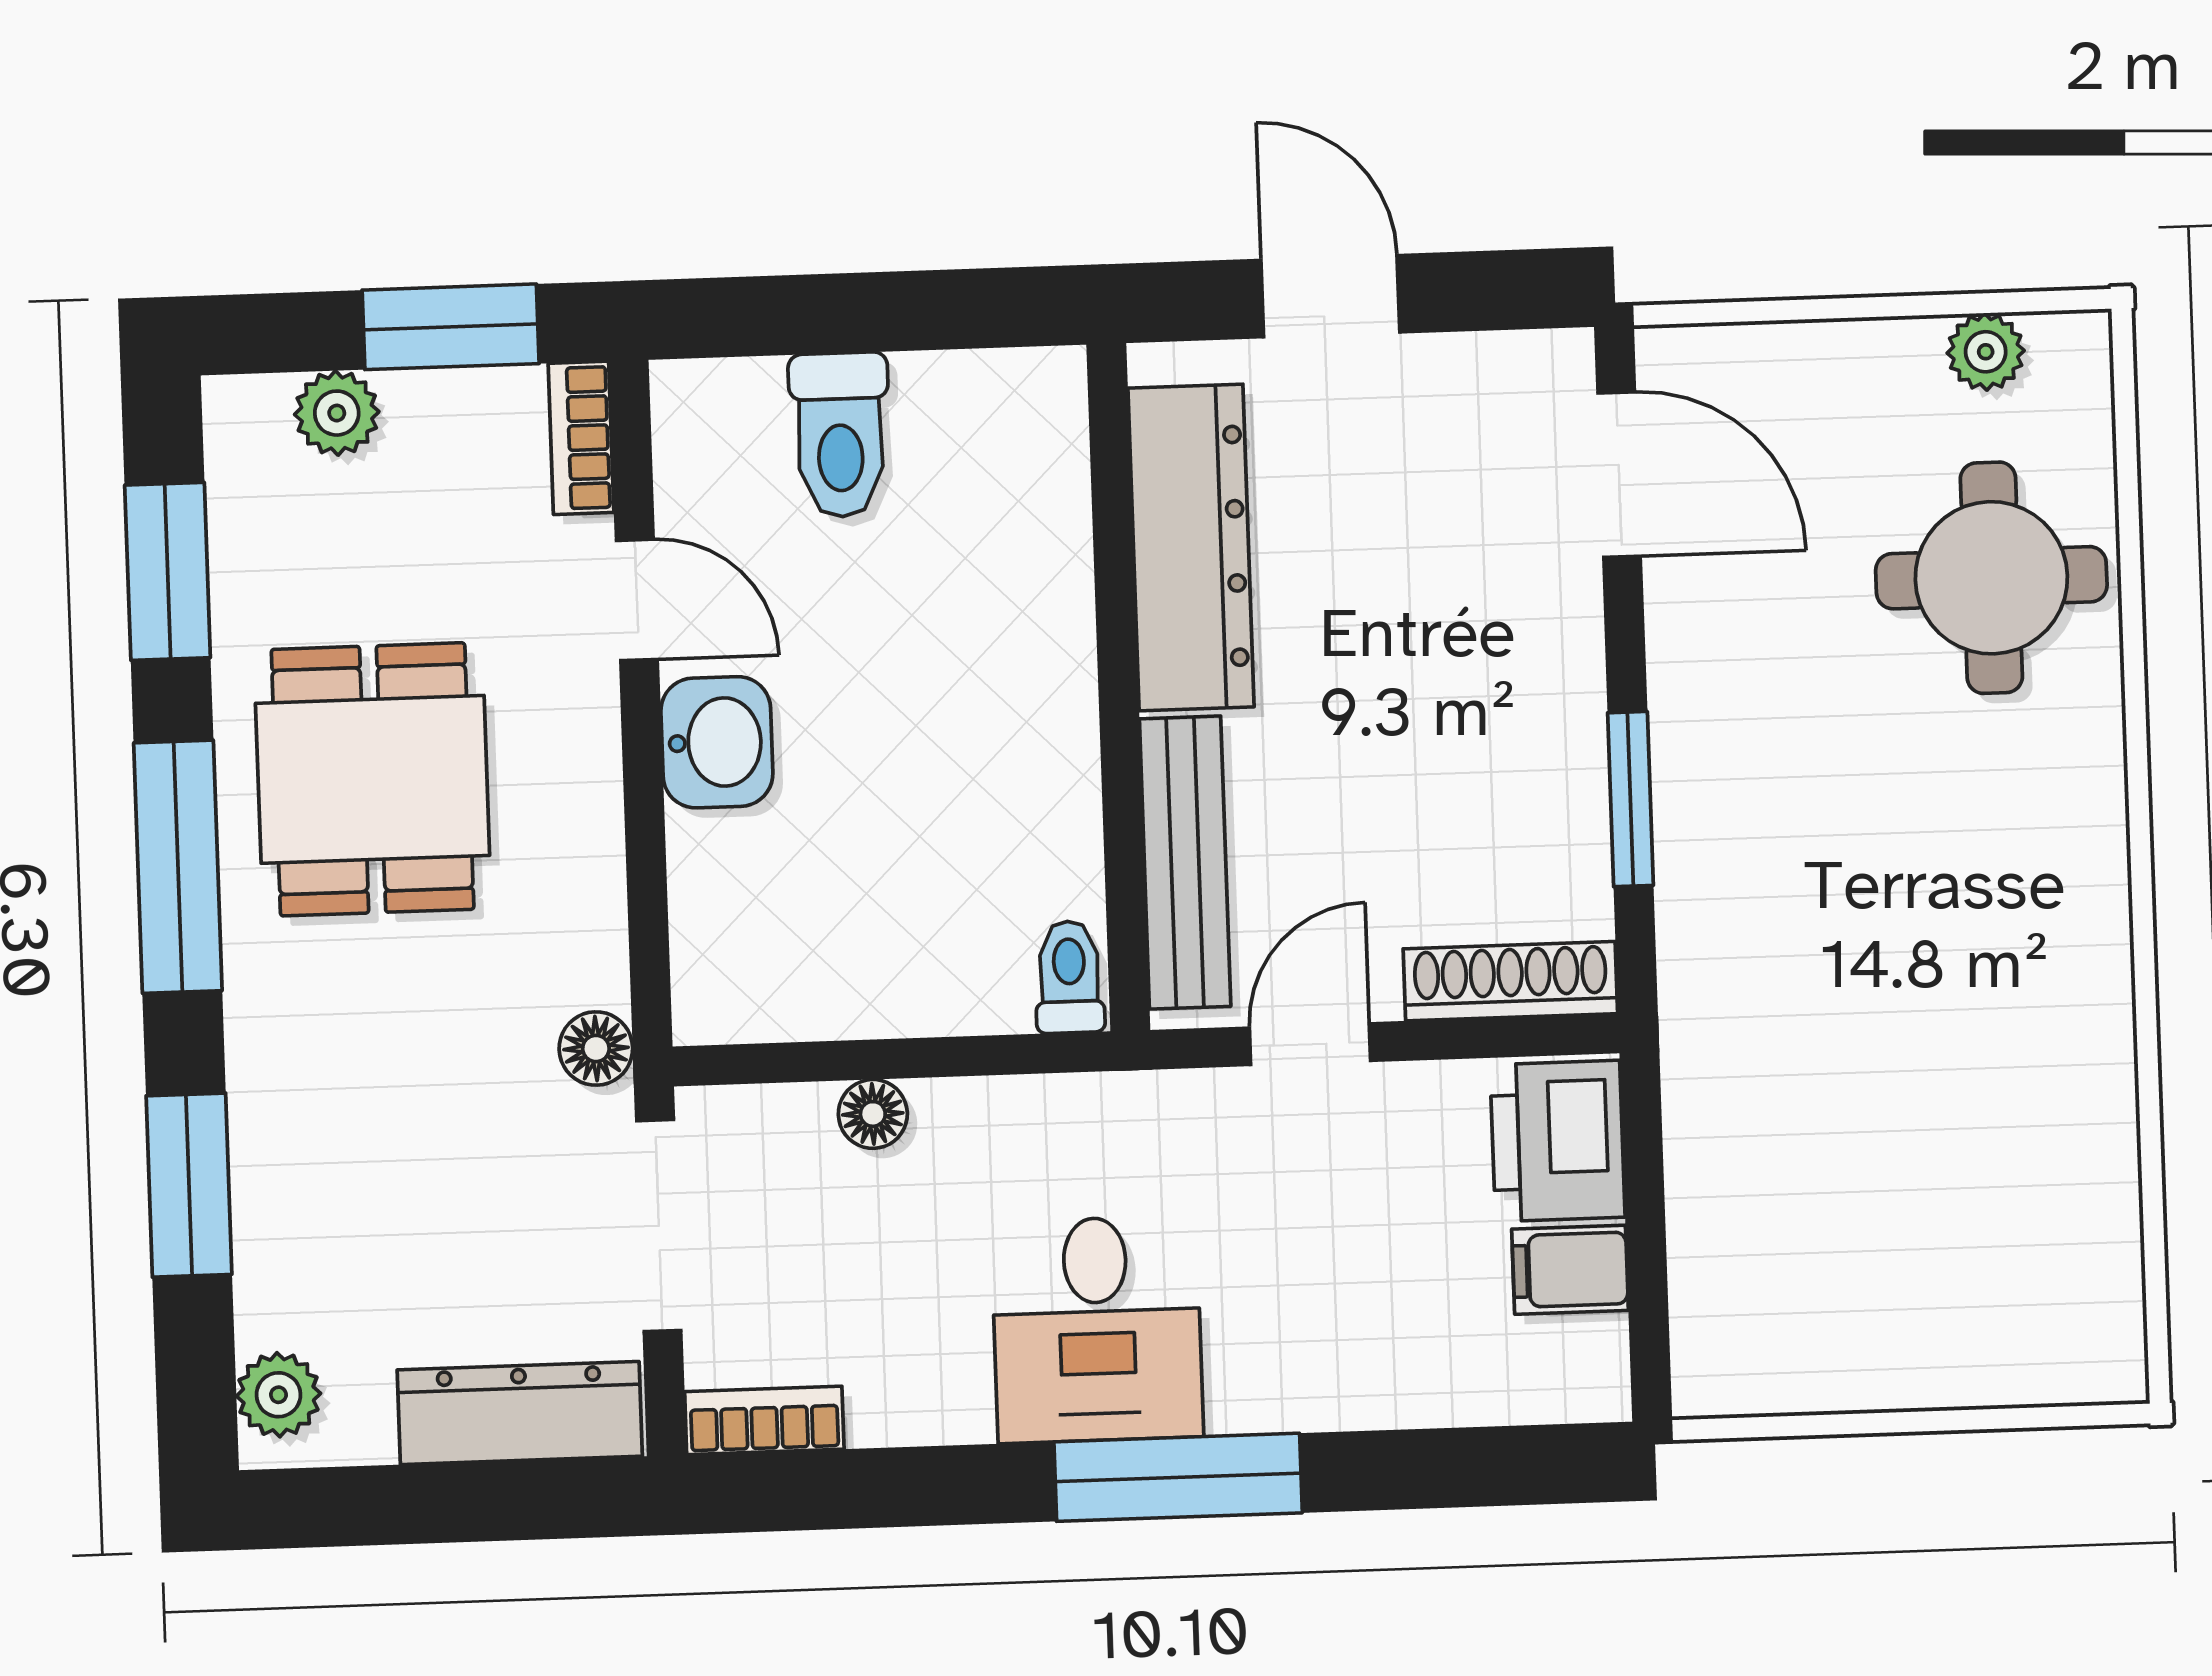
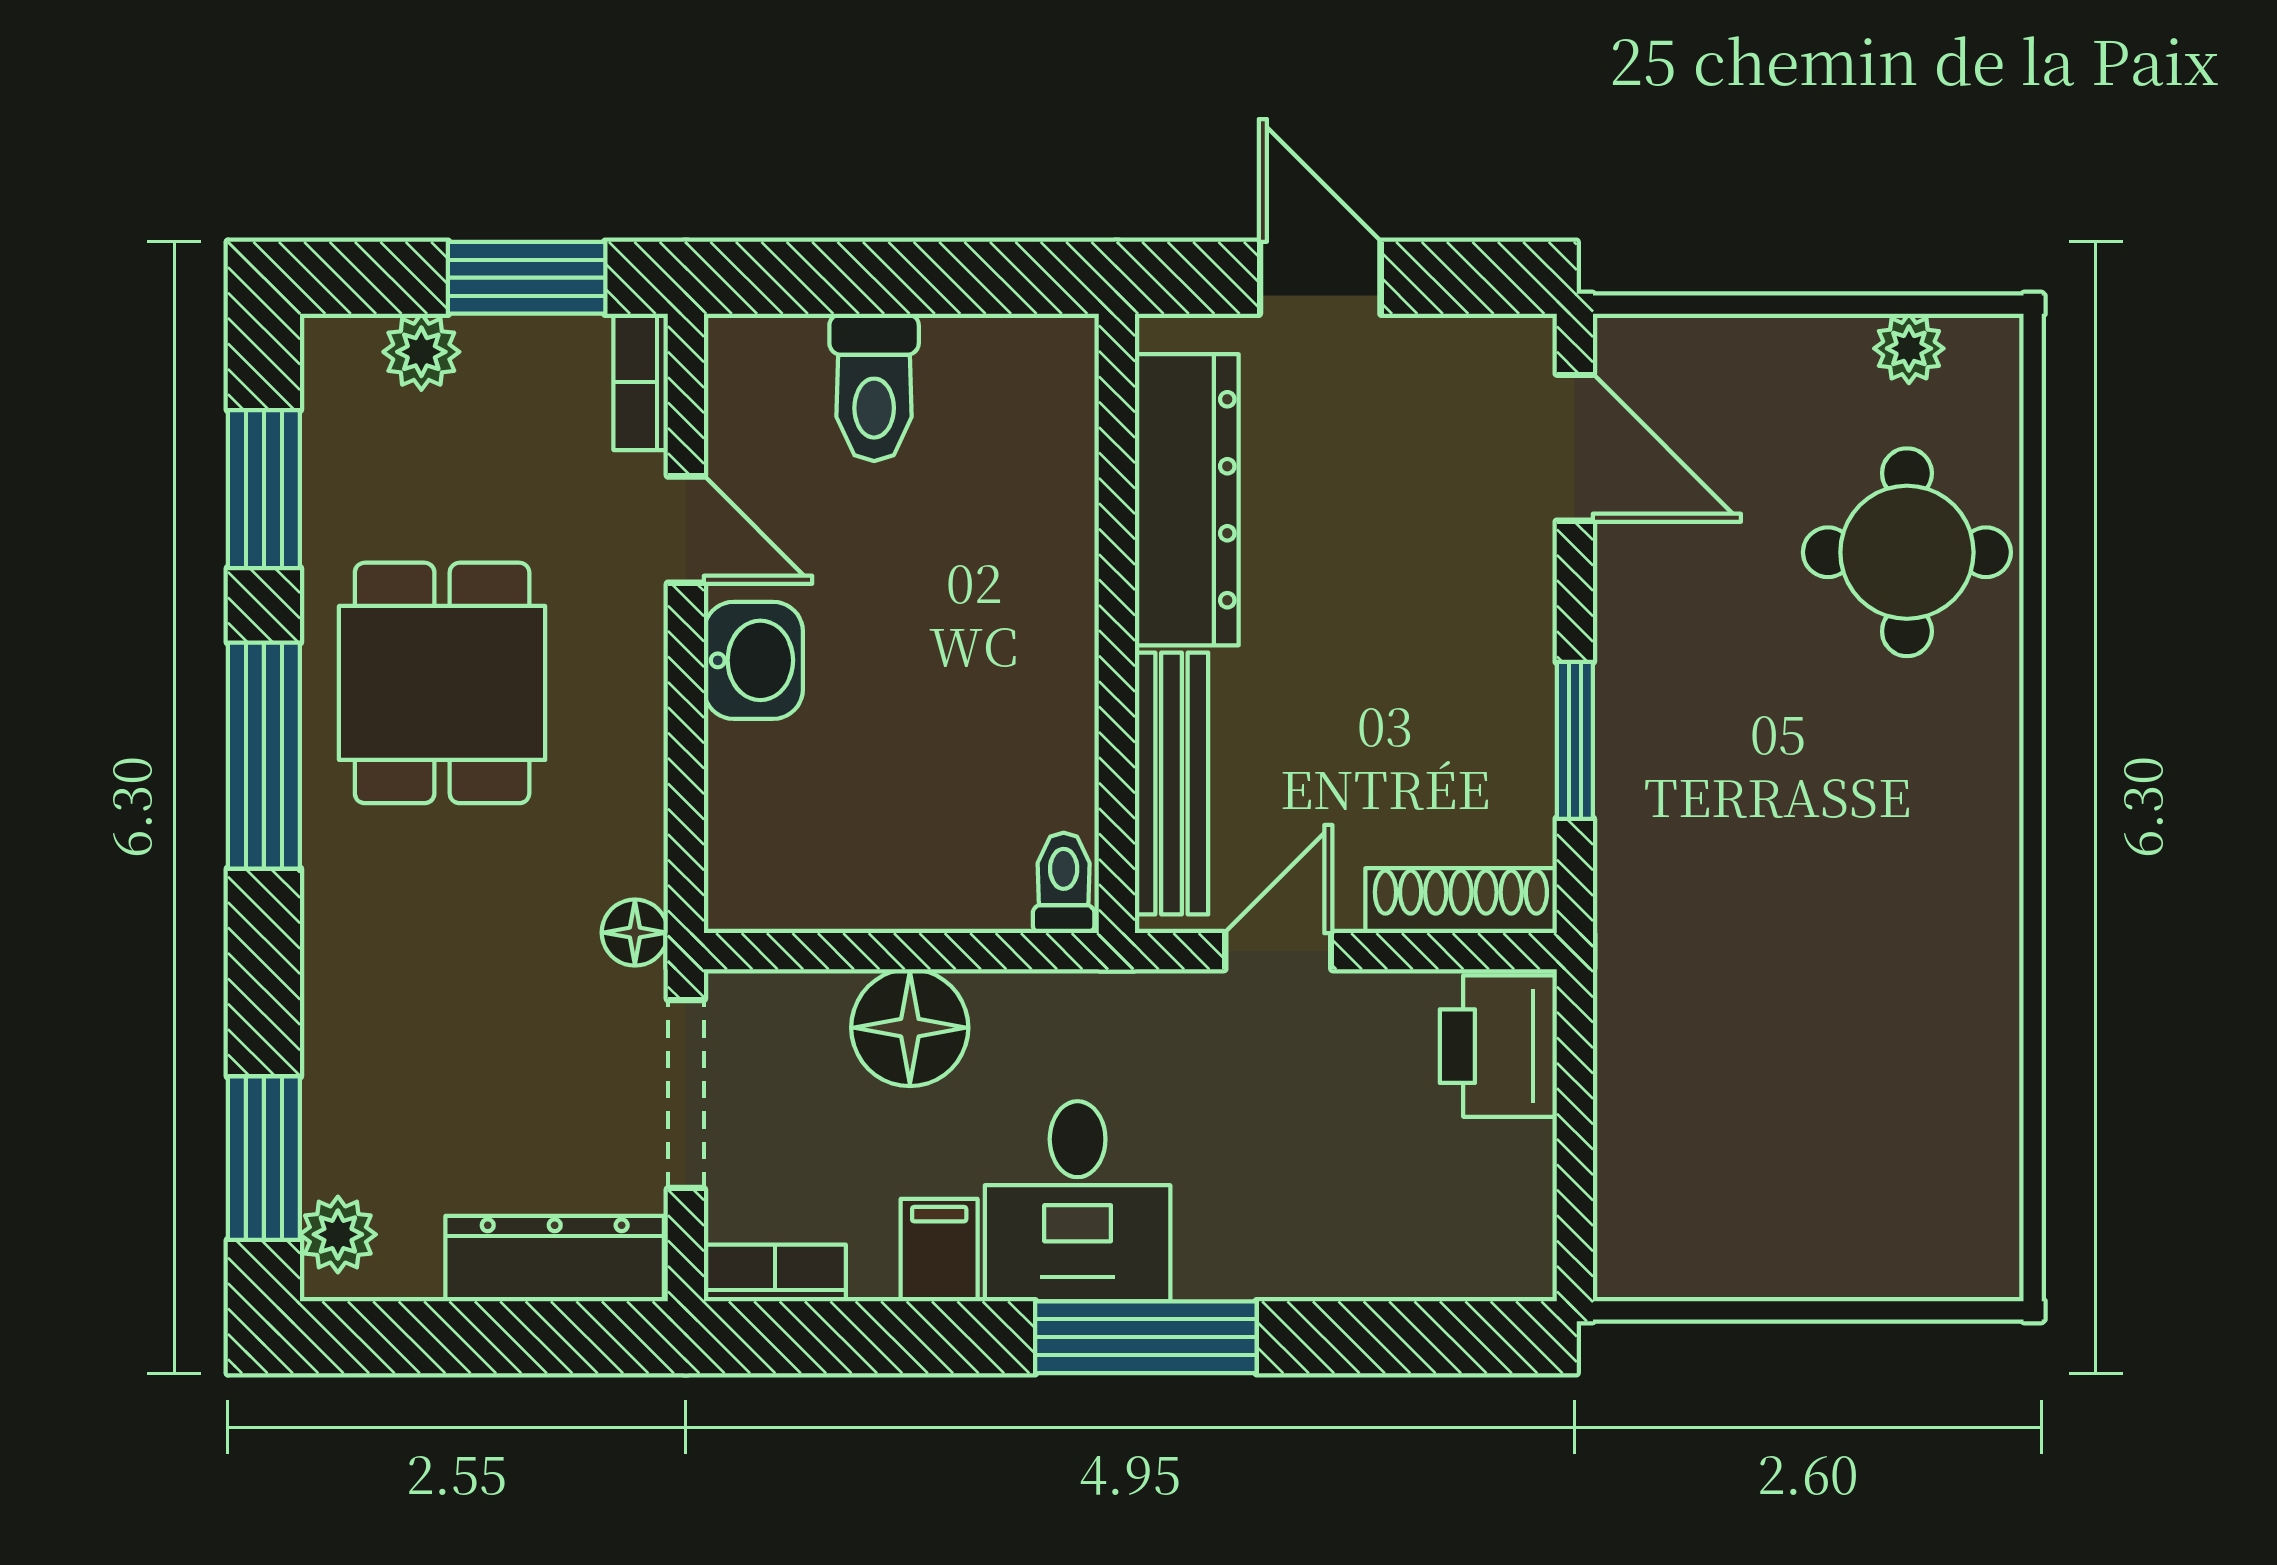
floor lamp: (873, 1114) -> (910, 1028), width x1.89, depth x1.89
window: (189, 1185) -> (264, 1158), moved
filing cabinet: (1570, 1270) -> (939, 1250), moved, turned 90

